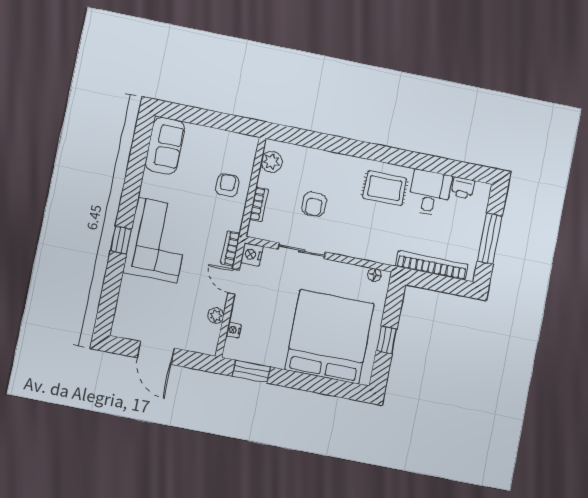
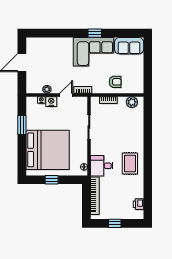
desk: (430, 193) -> (102, 166), moved, turned 180
armchair: (314, 204) -> (114, 129), removed
window: (490, 239) -> (115, 223), width x0.46
window: (121, 240) -> (95, 33), moved
corner sofa: (157, 240) -> (94, 52), moved
nightstand: (252, 254) -> (51, 102), moved
window: (251, 372) -> (22, 125), moved

